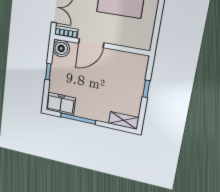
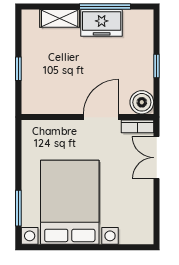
freezer: (61, 104) -> (102, 23), moved
shelving: (124, 120) -> (60, 18), moved

